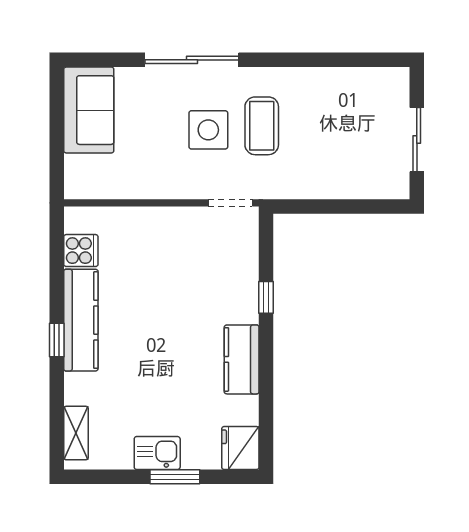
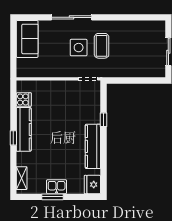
kitchen counter: (242, 359) -> (93, 146), width x1.50
window: (175, 477) -> (53, 197), moved

